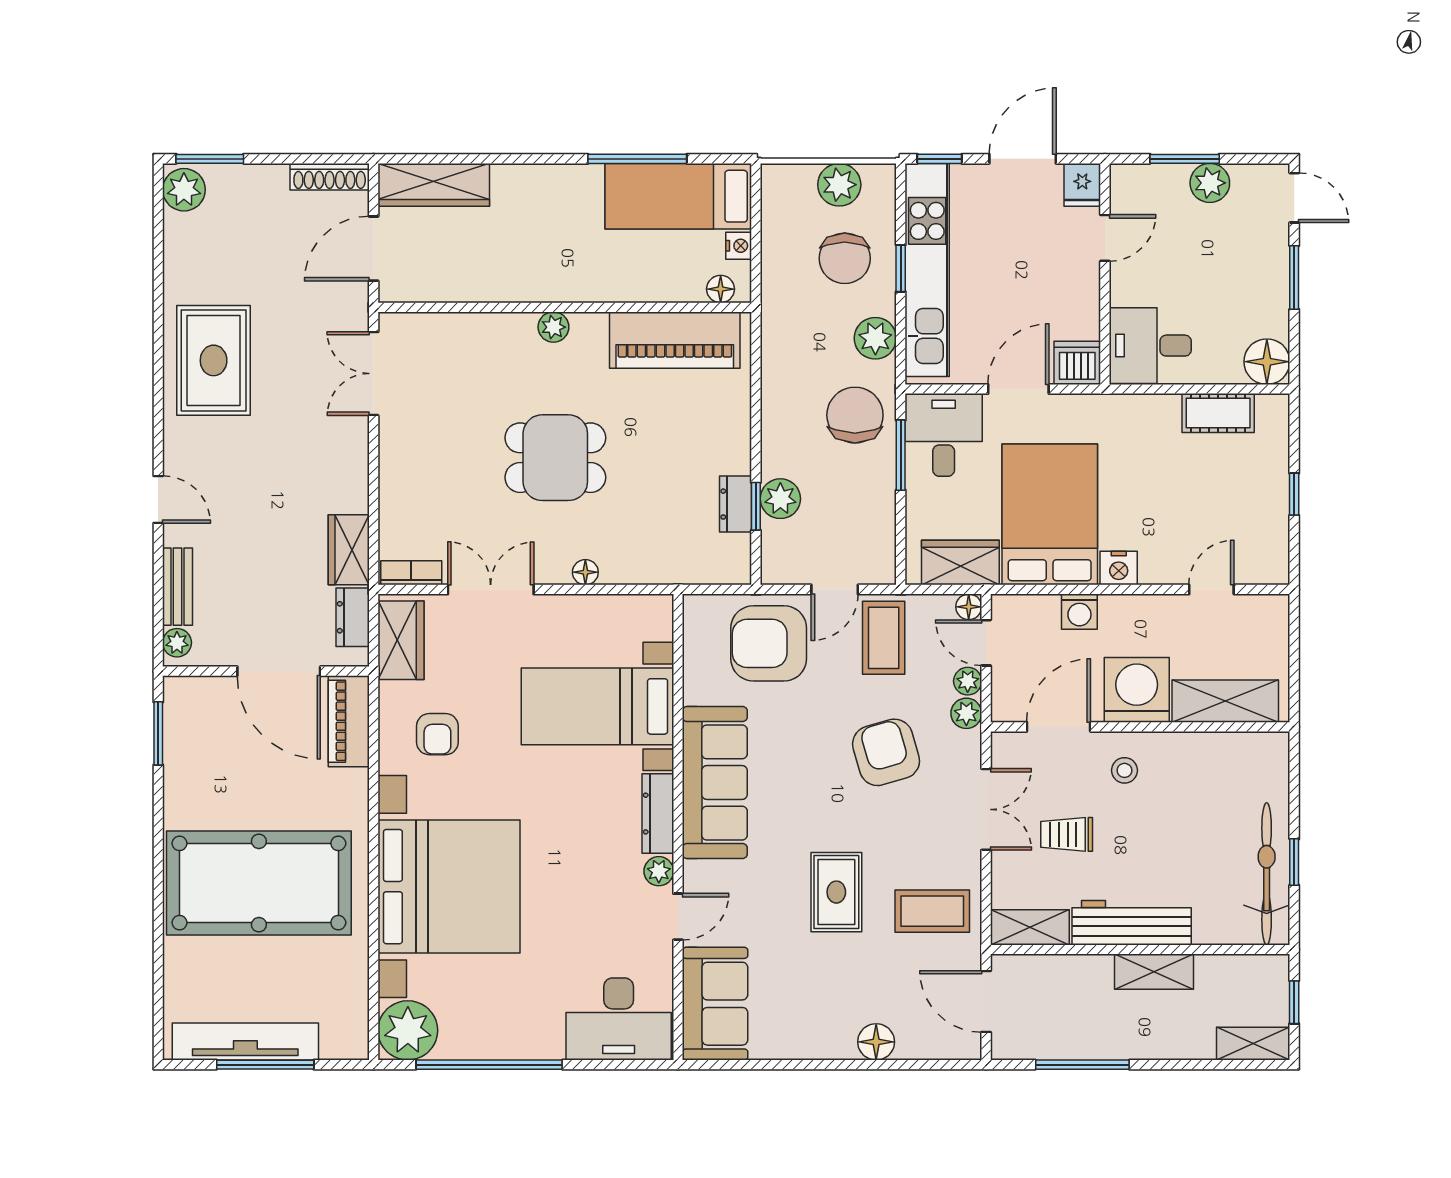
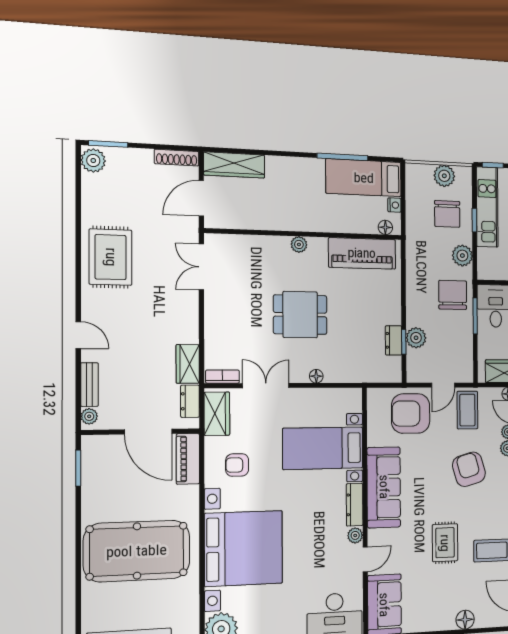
kitchen unit: (927, 270) -> (487, 207), width x0.73
armchair: (437, 734) -> (237, 465), turned 90

